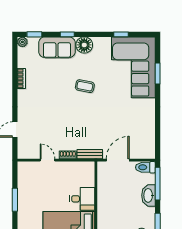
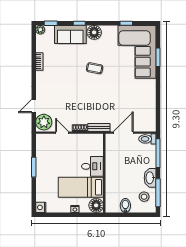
plant: (26, 148) -> (44, 122), added
washbasin: (148, 195) -> (150, 178), moved

